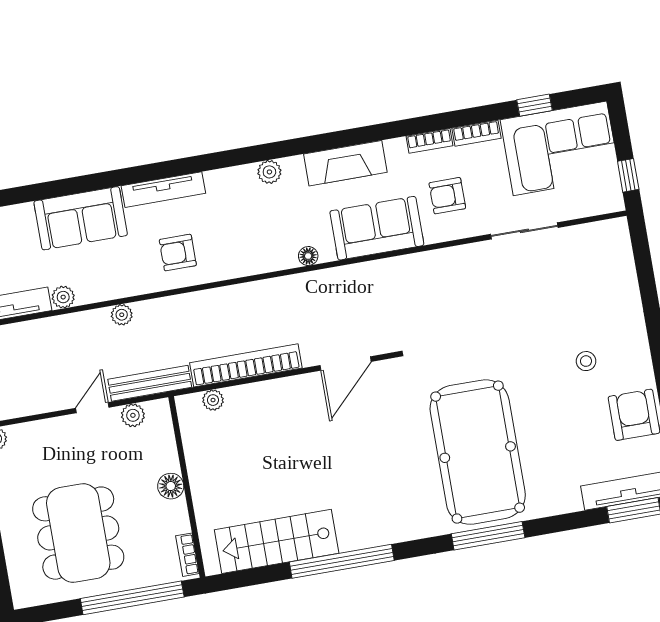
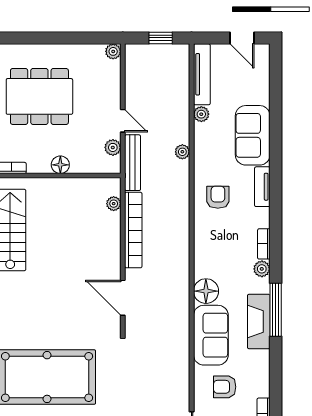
bookcase: (429, 141) -> (264, 244), moved
window: (324, 142) -> (276, 310), added
tv unit: (163, 190) -> (262, 187), width x0.71
armchair: (447, 196) -> (225, 387), turned -90
floor lamp: (308, 256) -> (206, 291), width x1.89, depth x1.89

